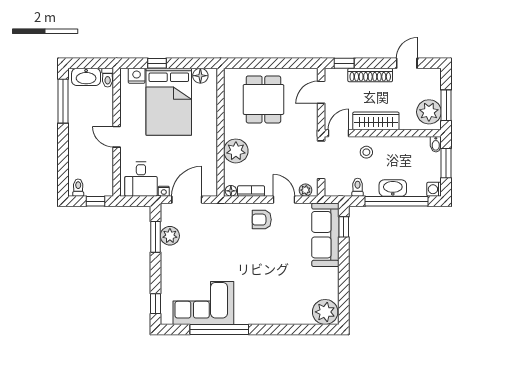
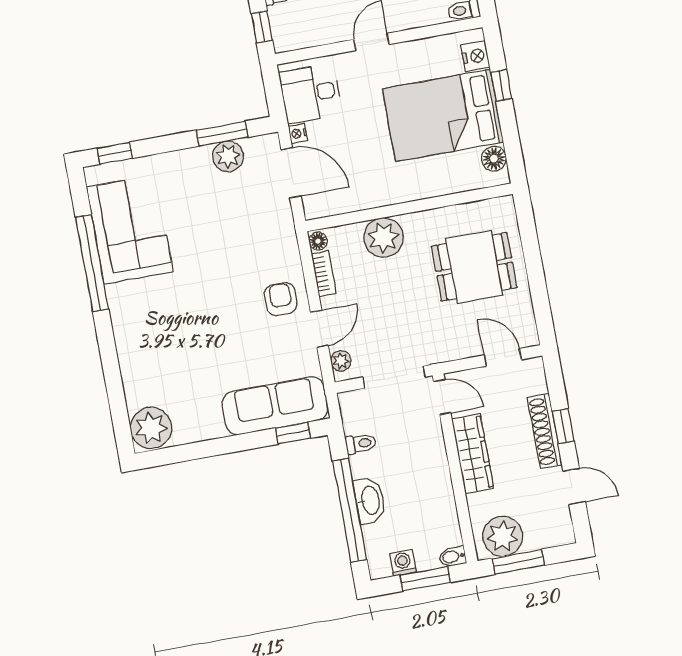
window: (344, 63) -> (563, 426), moved
stool: (366, 152) -> (420, 447), removed
washing machine: (434, 189) -> (403, 563), moved

